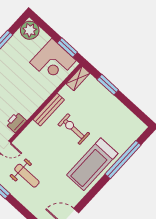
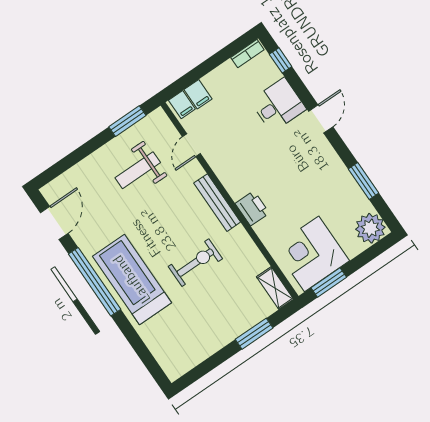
bench: (49, 110) -> (217, 203), moved
printer: (16, 122) -> (252, 208), moved
window: (123, 160) -> (95, 282), moved

